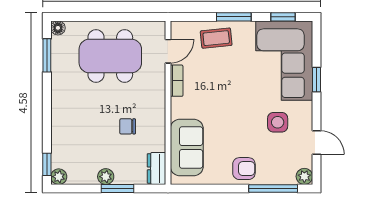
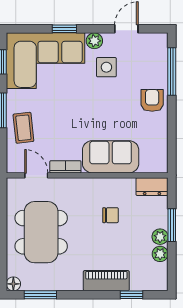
piano: (61, 122) -> (106, 281), added
chair: (128, 126) -> (111, 215), turned -90
sofa: (187, 147) -> (111, 157), moved
window: (47, 164) -> (131, 295), moved
plant: (304, 176) -> (94, 41), moved
plant: (59, 177) -> (160, 254), moved

